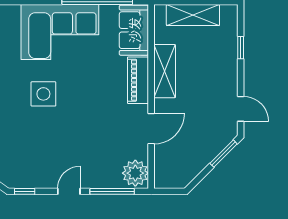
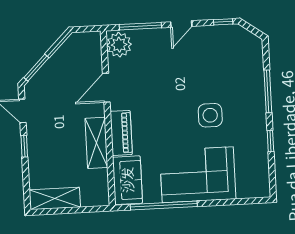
shelving: (193, 15) -> (55, 198), moved
window: (241, 48) -> (24, 146), moved

